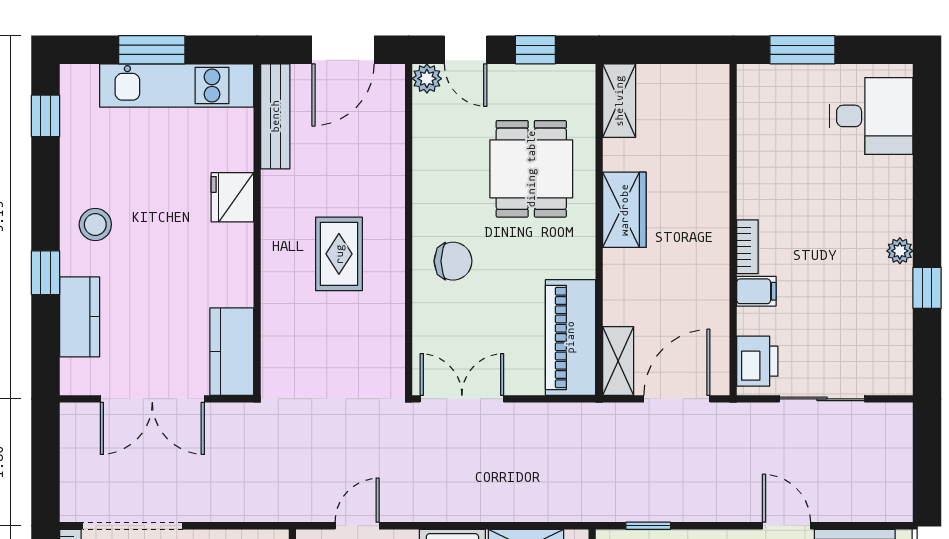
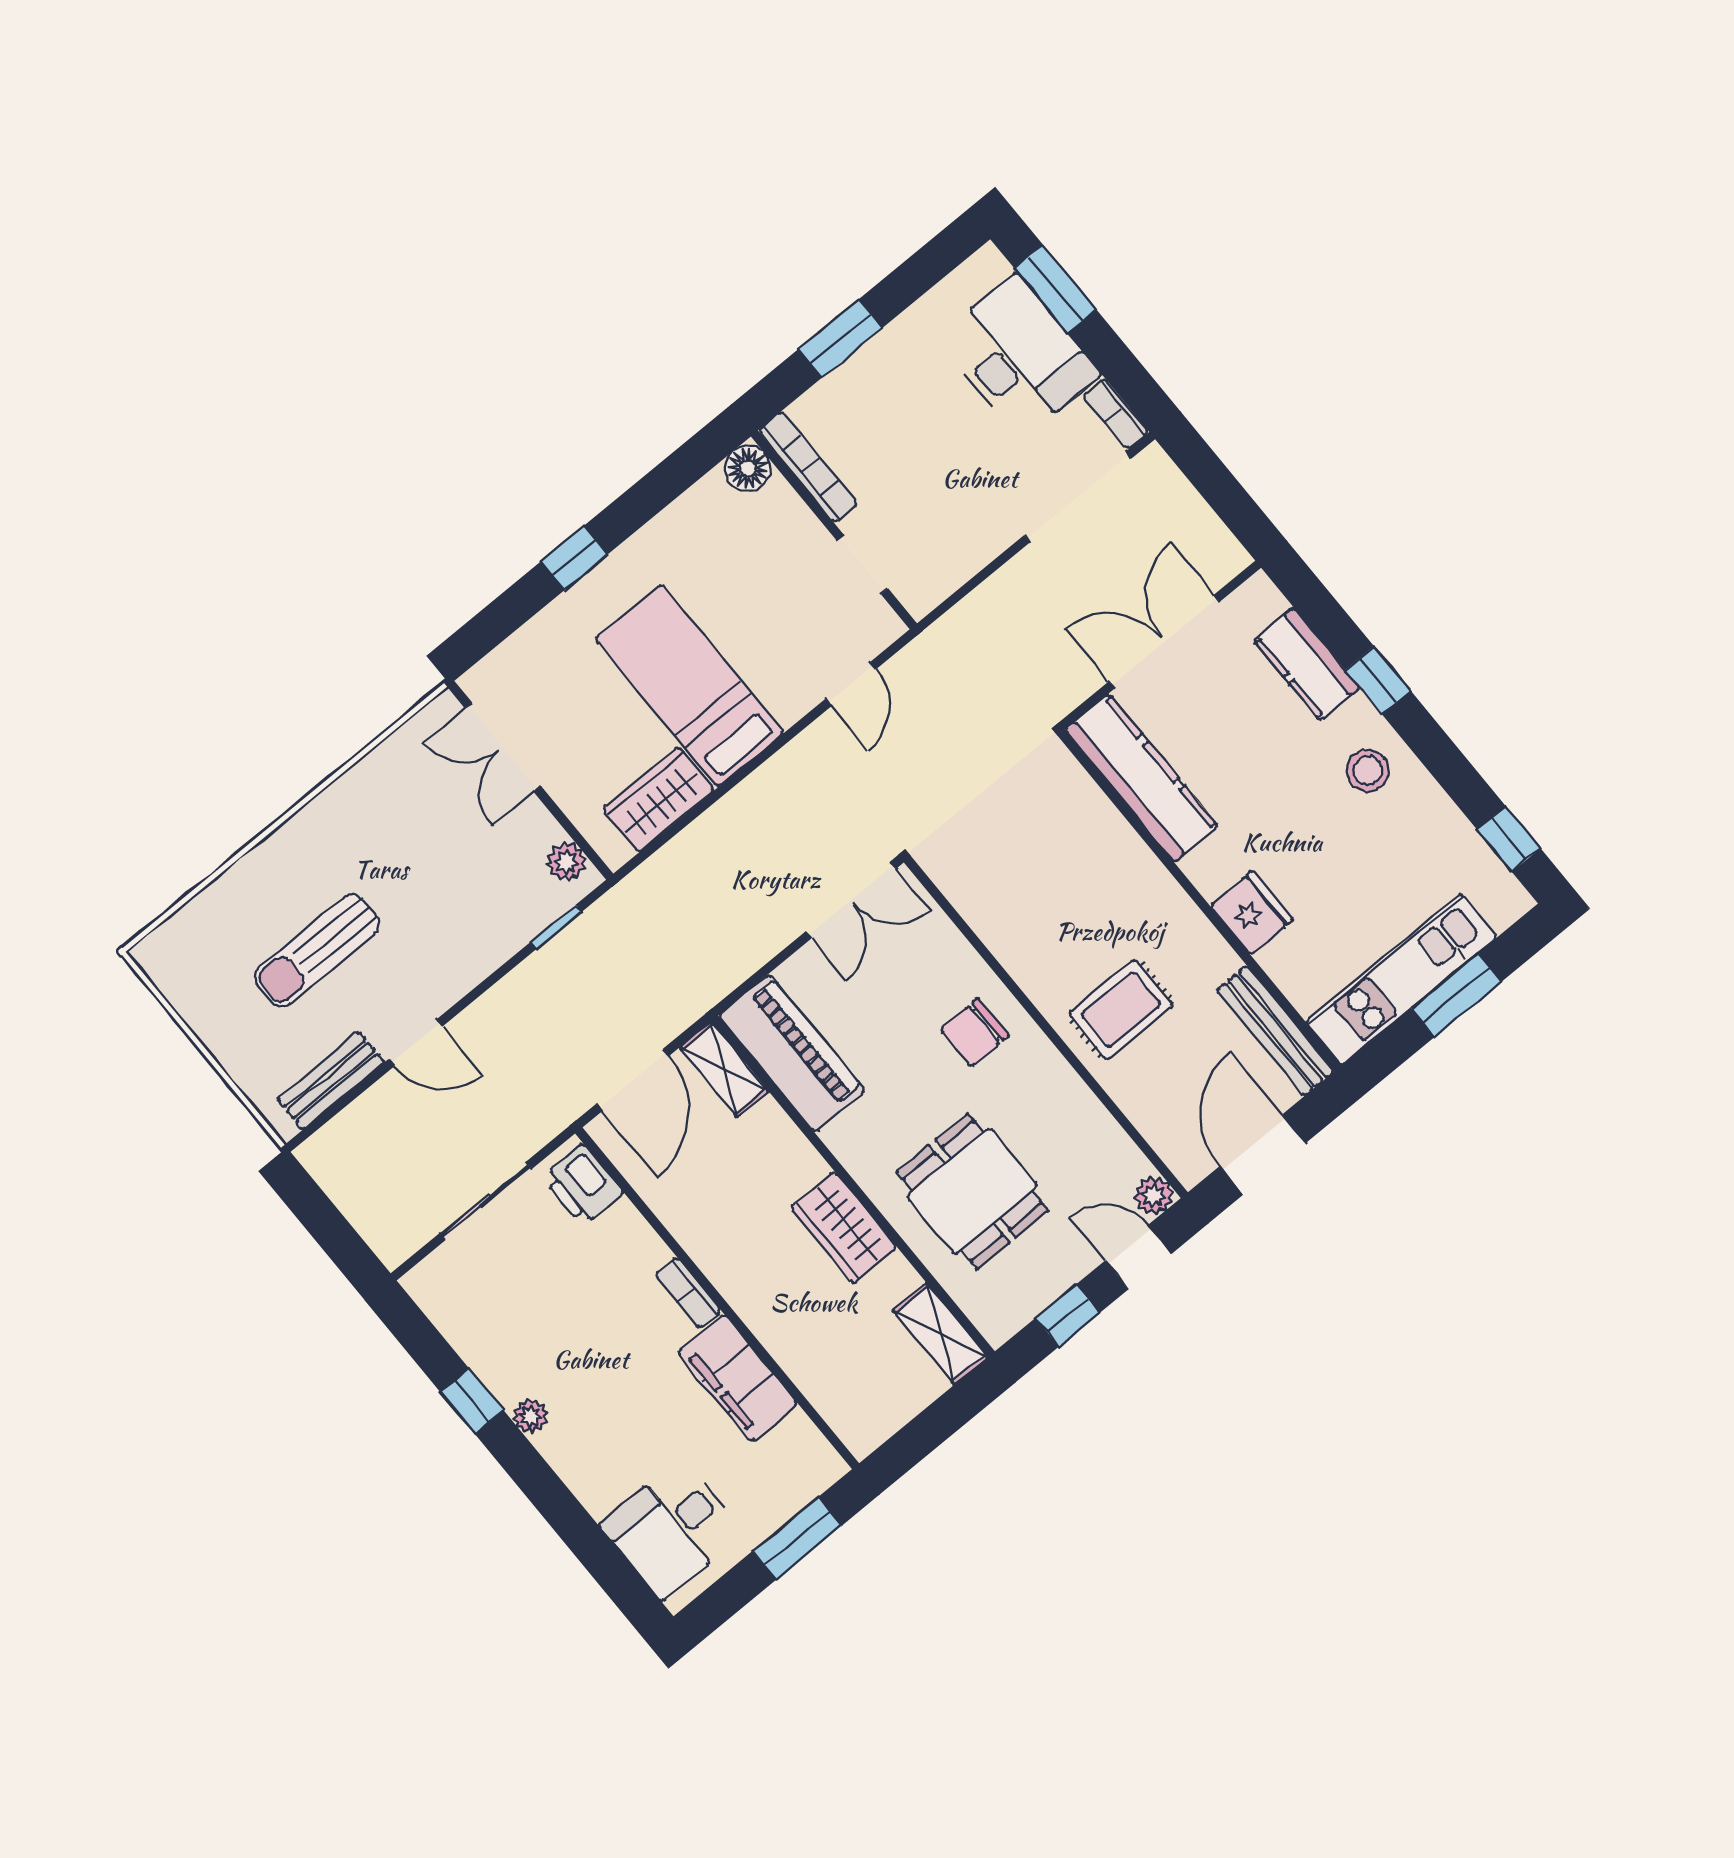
rug: (339, 254) -> (1121, 1009), moved, turned 90
filing cabinet: (756, 291) -> (738, 1378), moved, width x3.00, depth x1.17
kitchen counter: (232, 352) -> (1142, 778), width x1.50

